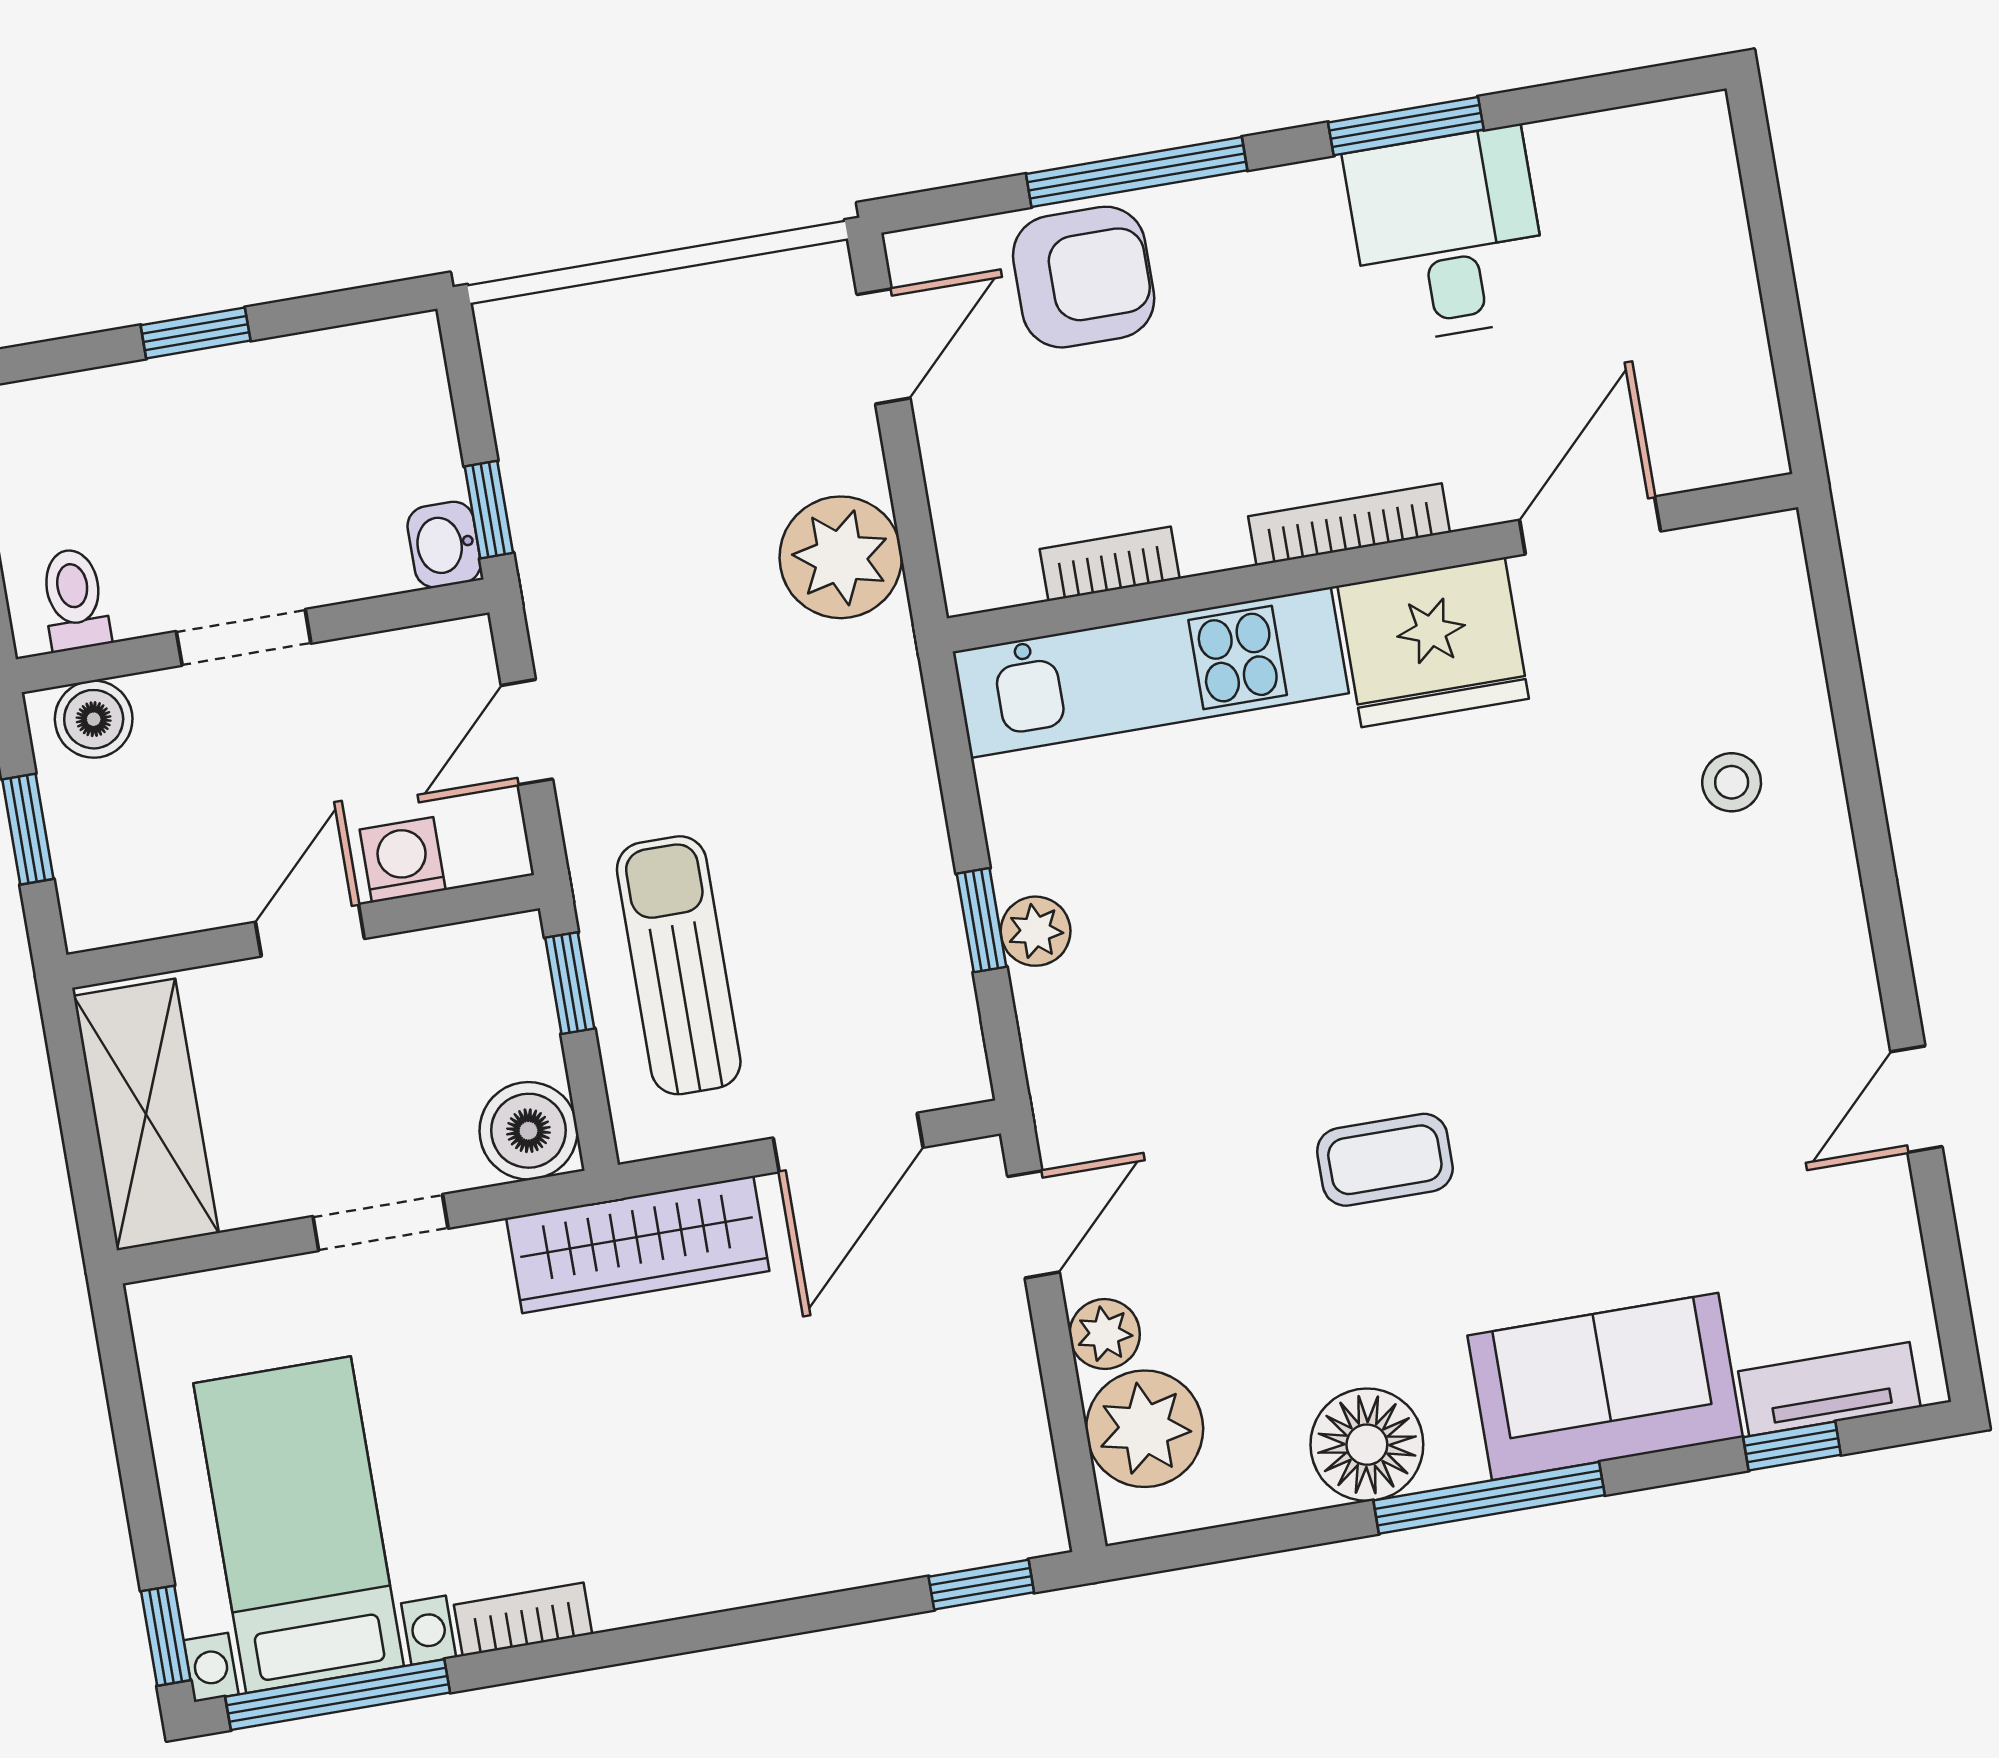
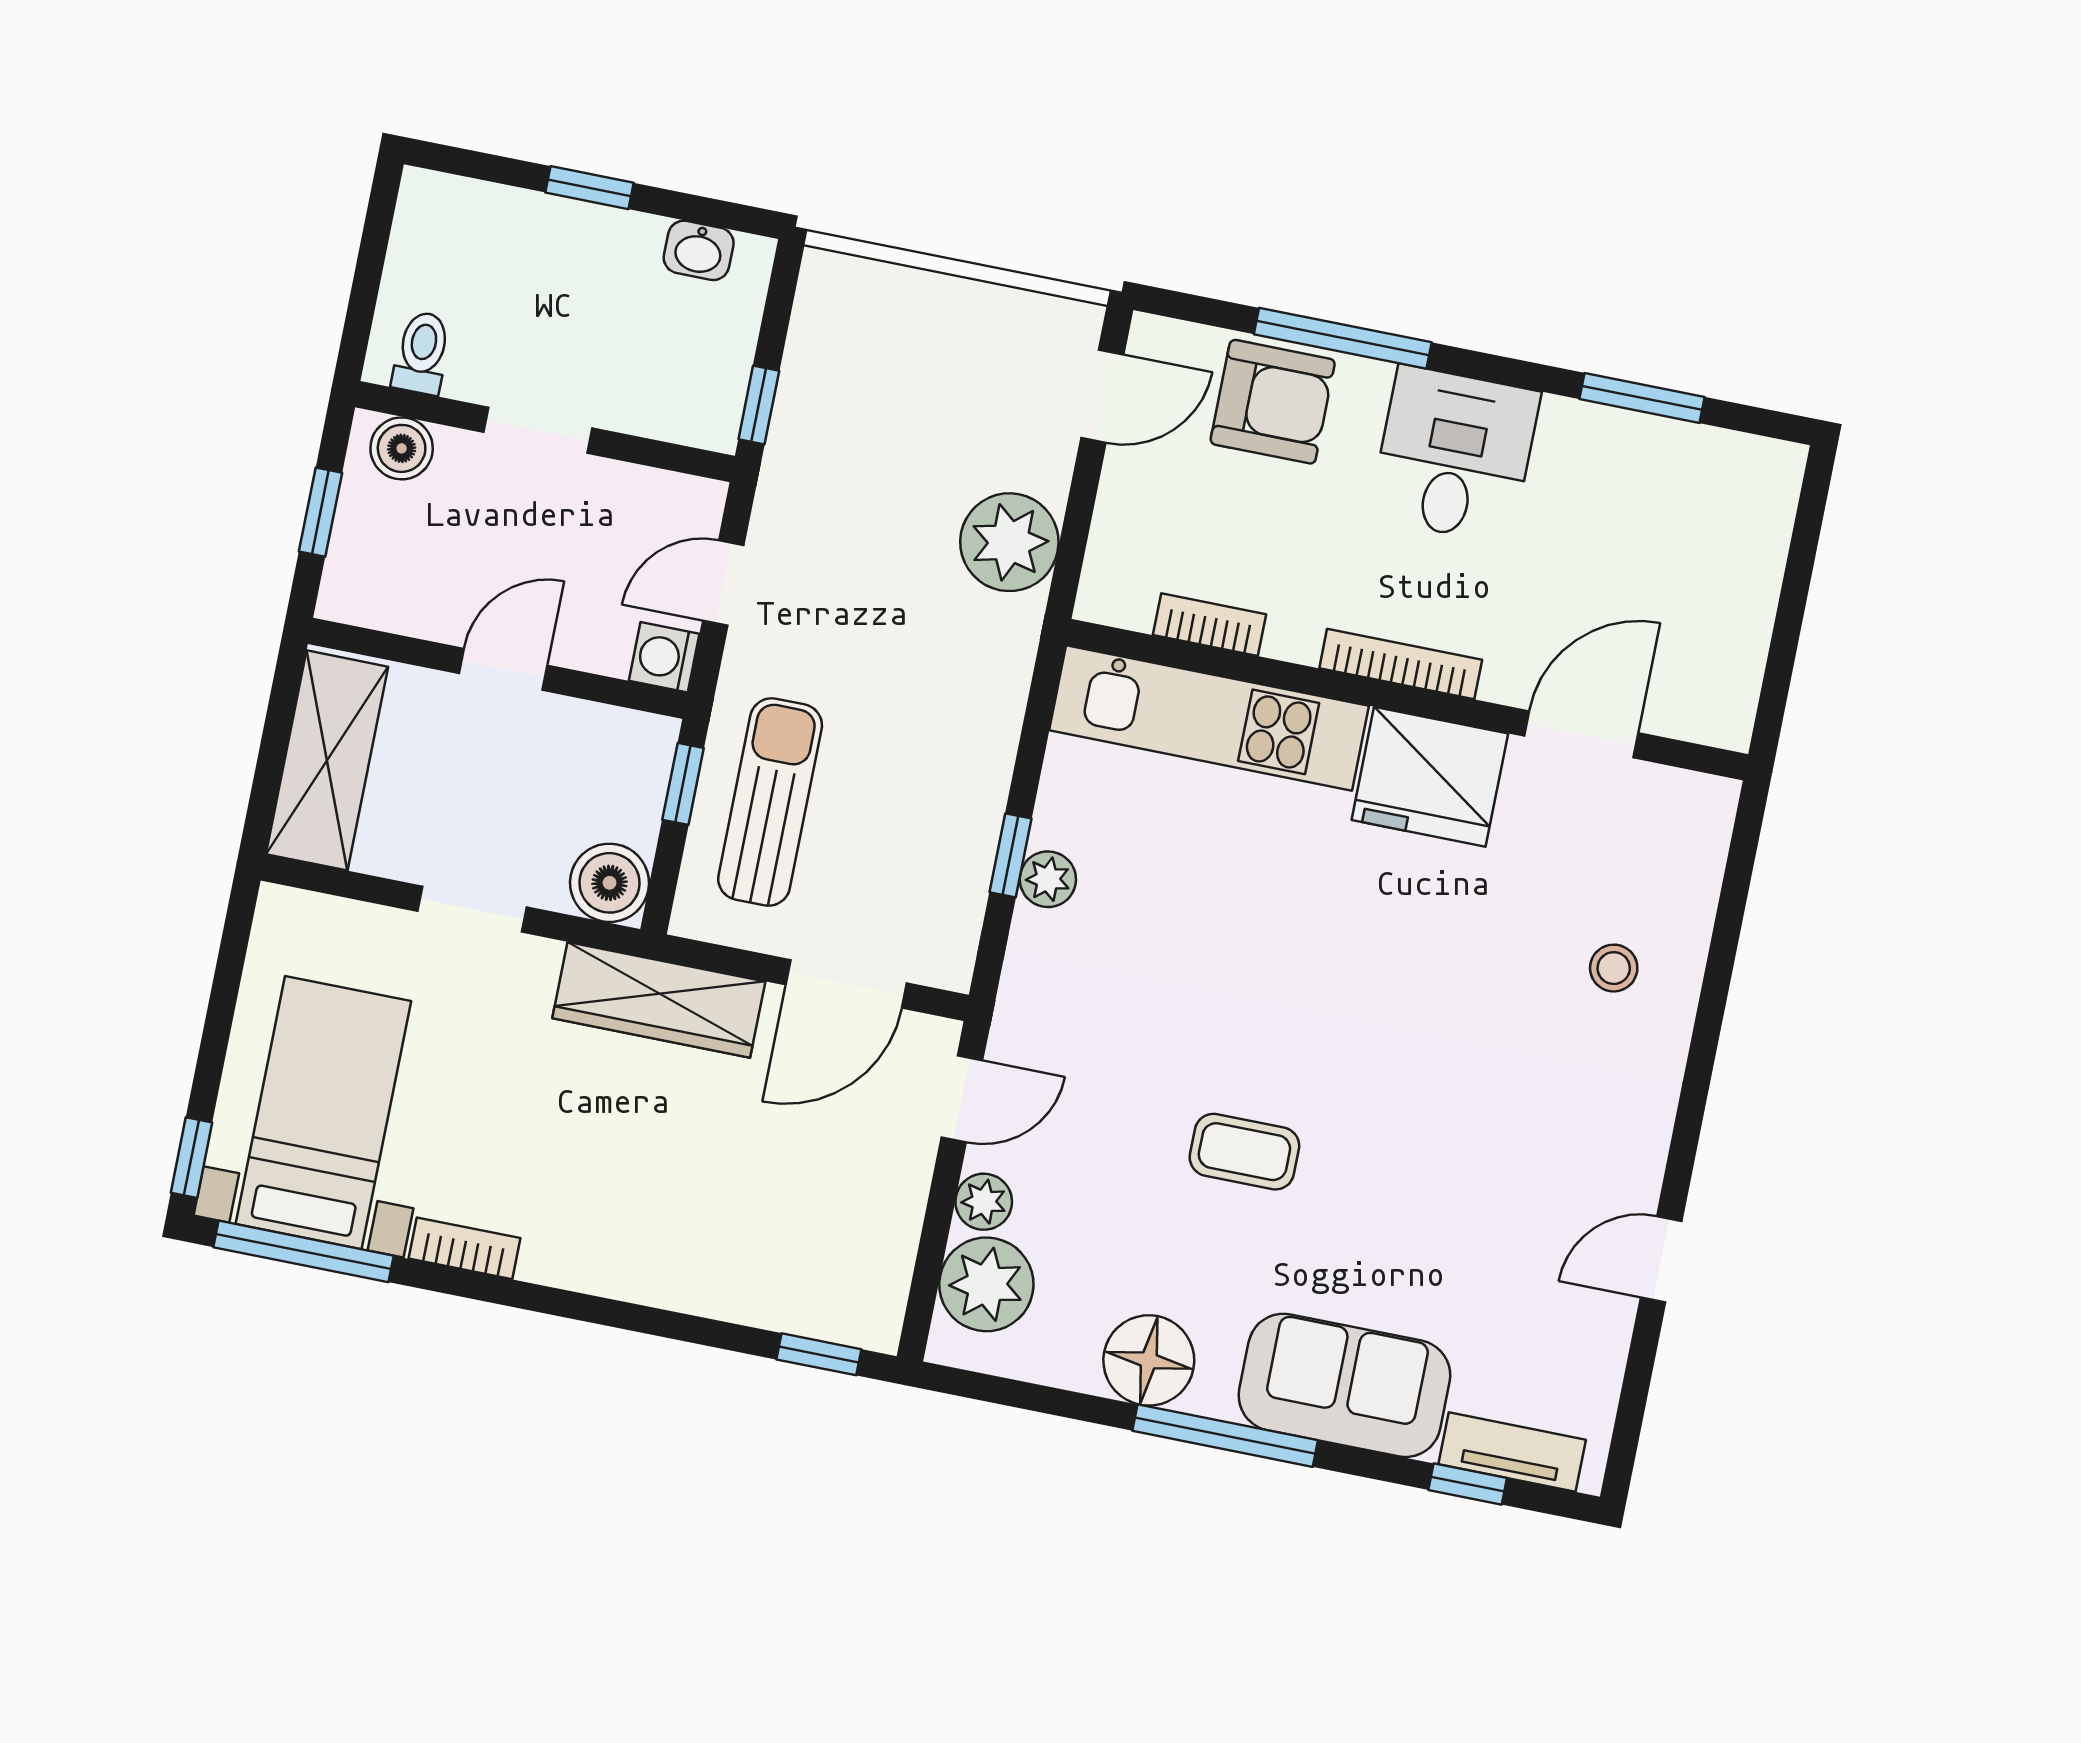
window: (1406, 126) -> (1642, 398), moved
desk: (1447, 235) -> (1455, 455), moved
washbasin: (444, 545) -> (699, 250), moved, turned -90
washing machine: (403, 860) -> (664, 657), moved, turned -90

